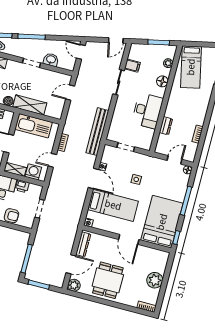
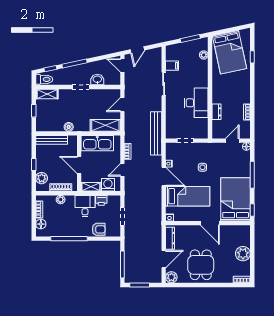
door: (116, 40) -> (137, 50), moved
bed: (191, 67) -> (230, 52), width x1.50
floor lamp: (162, 81) -> (203, 73), removed
shelving: (30, 105) -> (105, 125), moved

